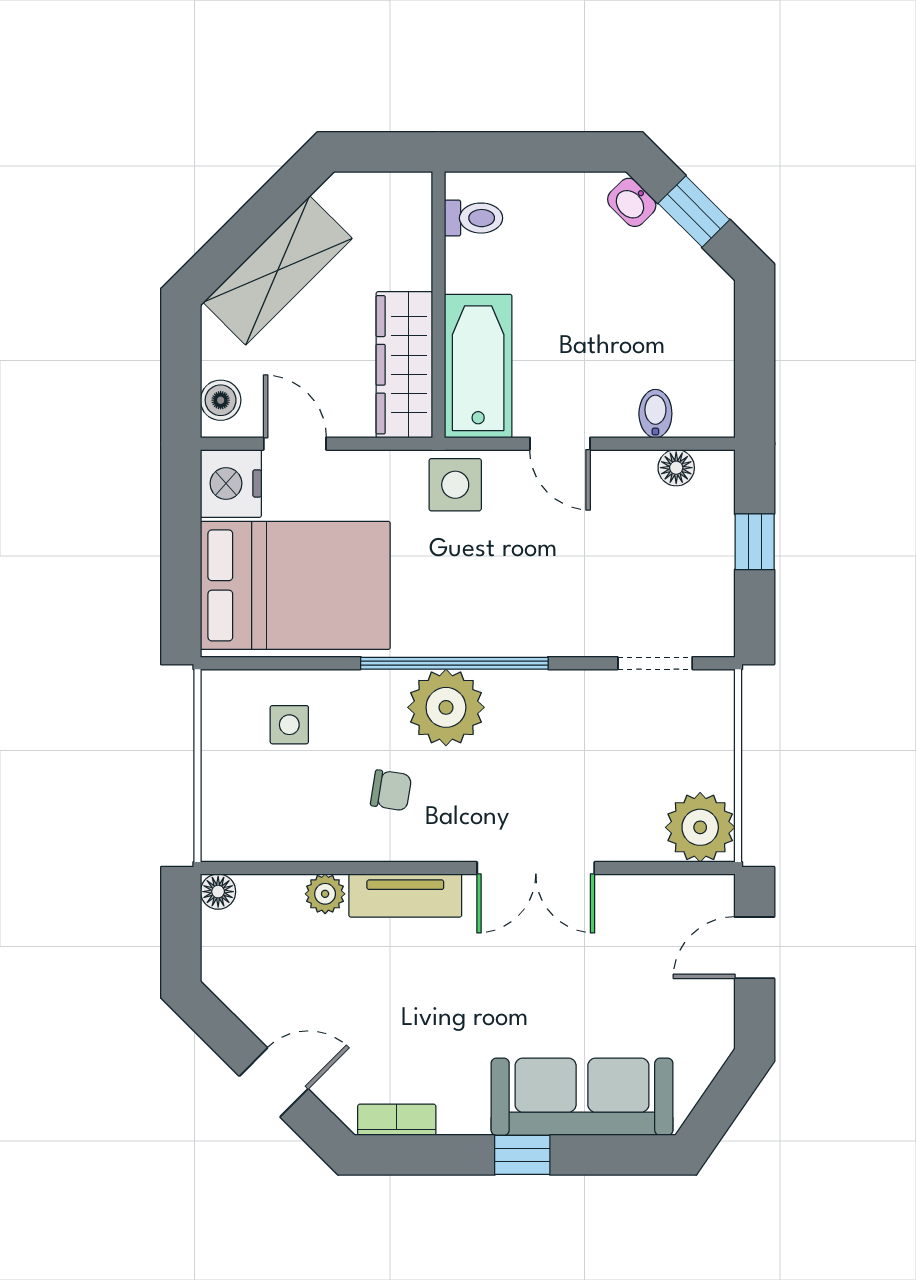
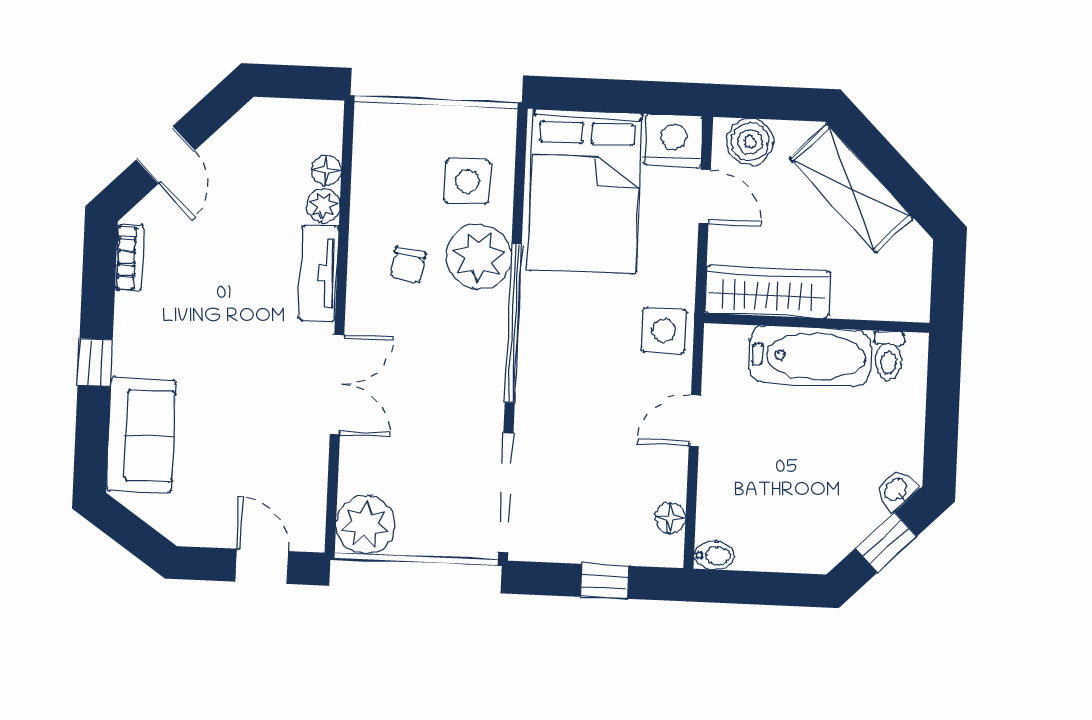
bathtub: (478, 366) -> (809, 356), moved
boiler: (221, 400) -> (750, 142), width x1.36, depth x1.36
bidet: (655, 414) -> (714, 556), moved
door: (295, 444) -> (705, 196), hinge flipped
doorway: (655, 663) -> (506, 493), width x1.88
plant: (446, 707) -> (479, 257), moved
side table: (289, 725) -> (467, 181), width x1.37, depth x1.37
double door: (536, 868) -> (337, 384), swing flipped
floor lamp: (218, 892) -> (326, 170), moved
sofa: (582, 1097) -> (141, 435), width x0.73

